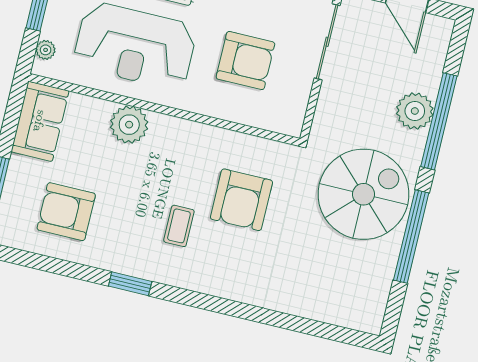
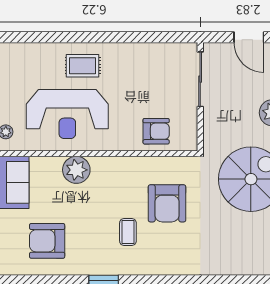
armchair: (245, 61) -> (156, 131), moved, width x0.73, depth x0.73

